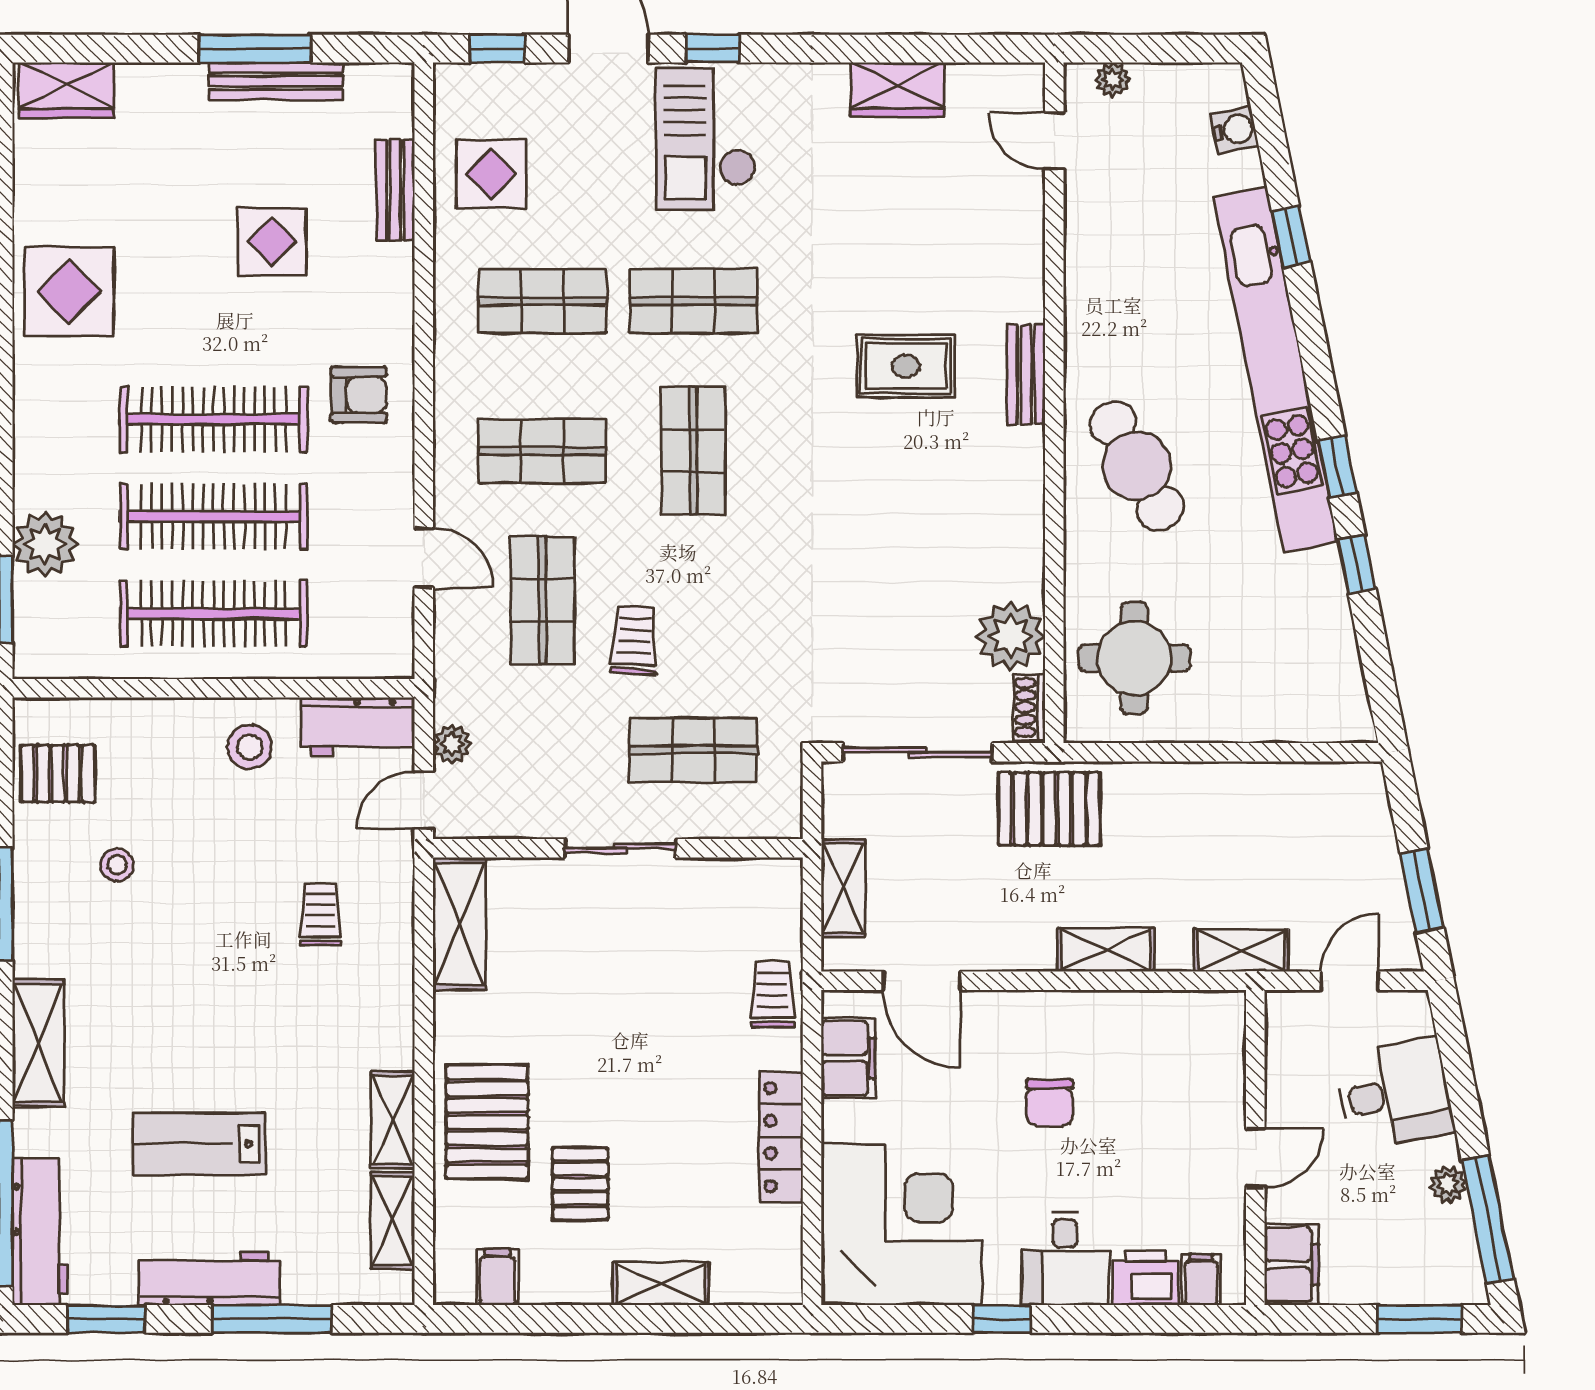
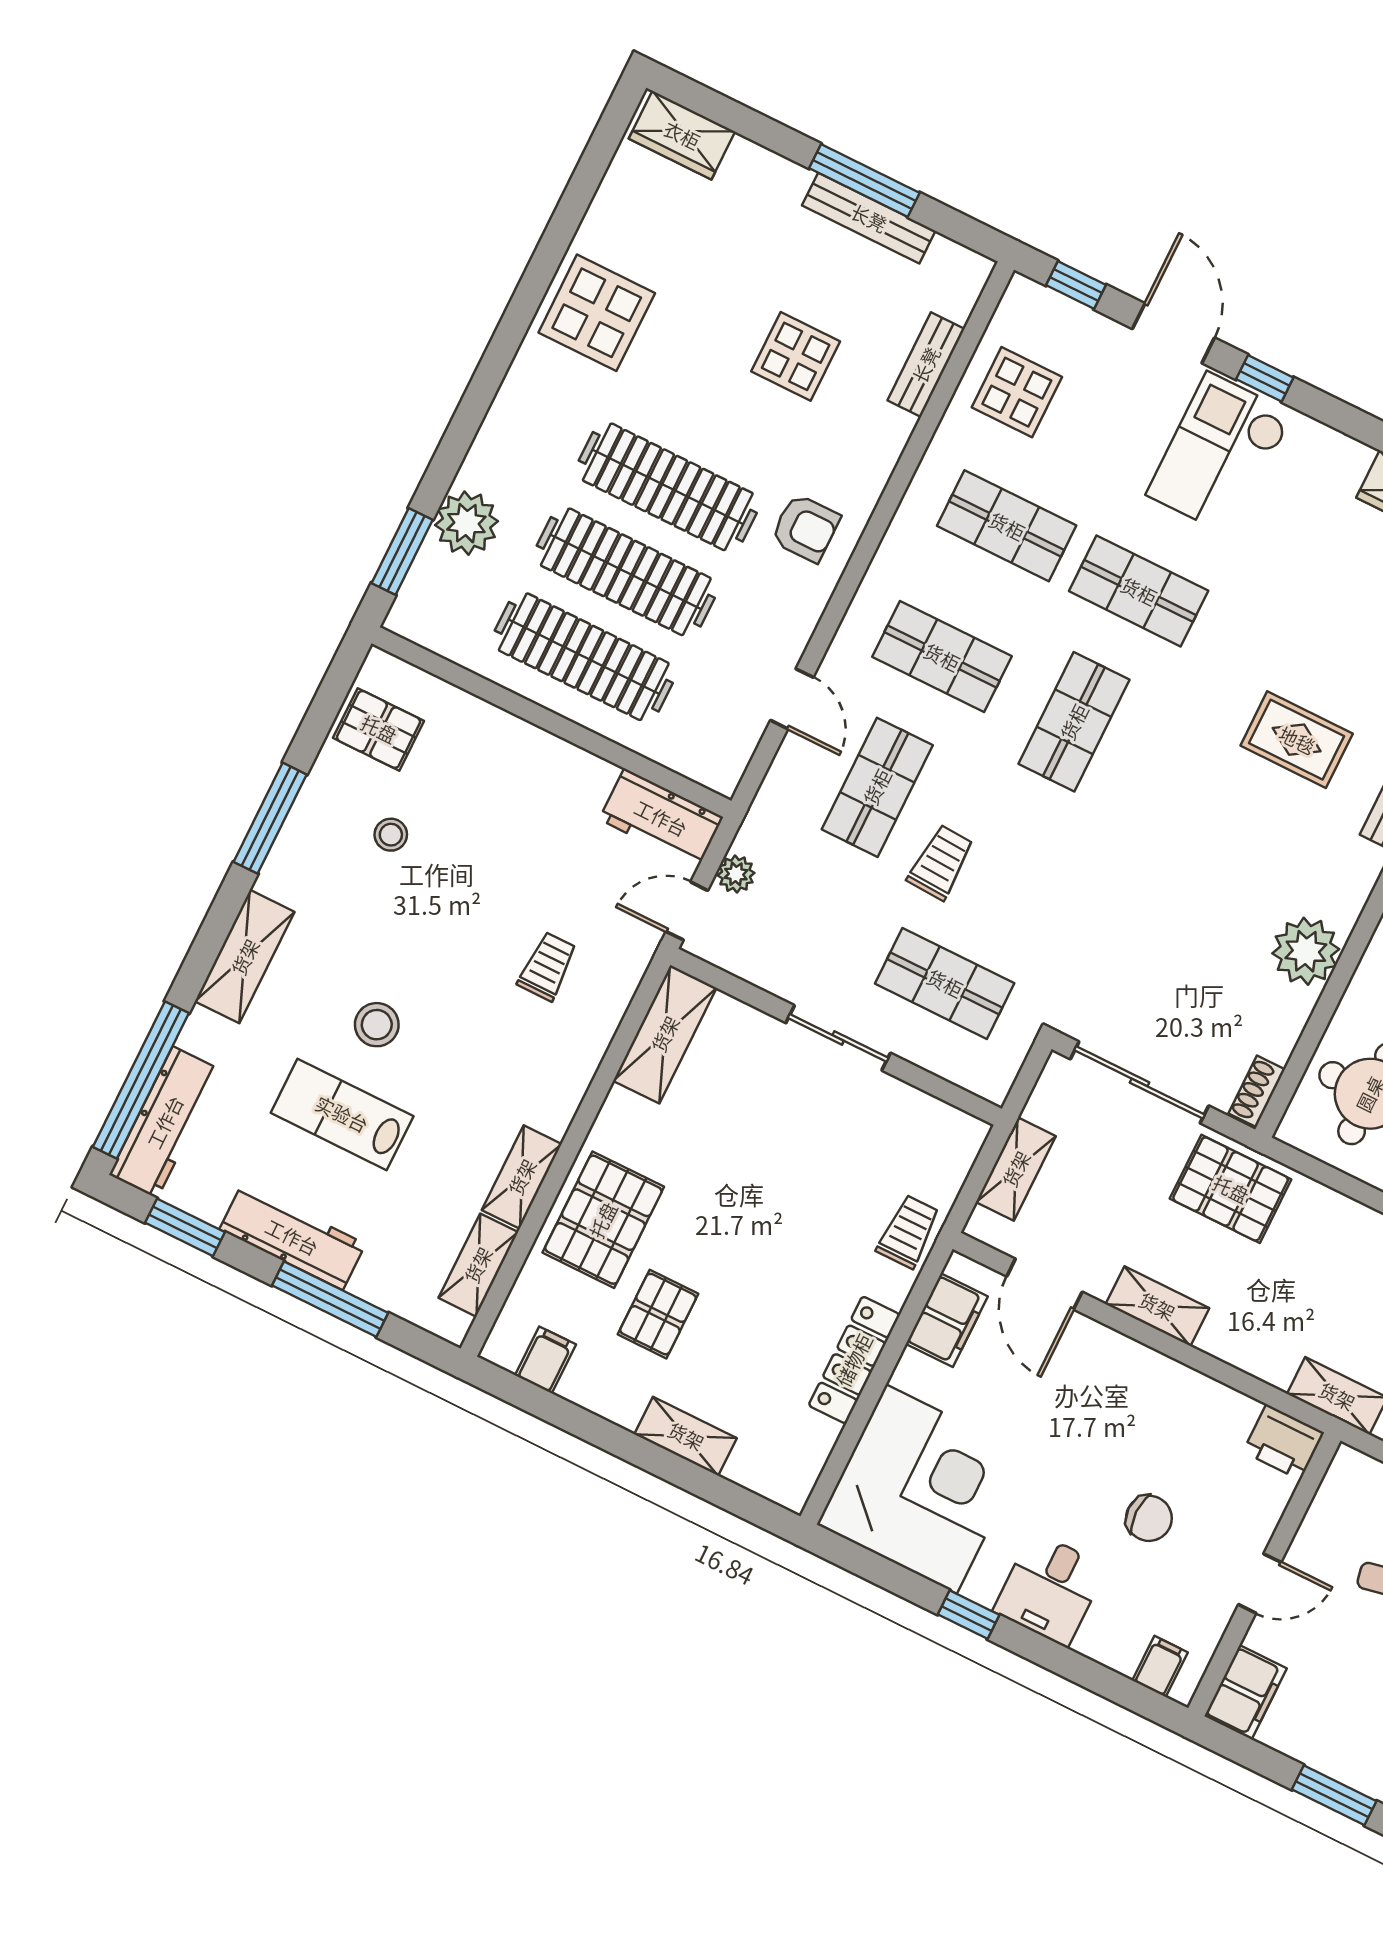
plant: (1011, 636) -> (1306, 951), moved
stool: (250, 747) -> (377, 1025), moved
shelving: (1106, 950) -> (1157, 1306), moved
chair: (1050, 1103) -> (1149, 1518), moved, turned -90
printer: (1145, 1278) -> (1284, 1442), moved, turned 180

